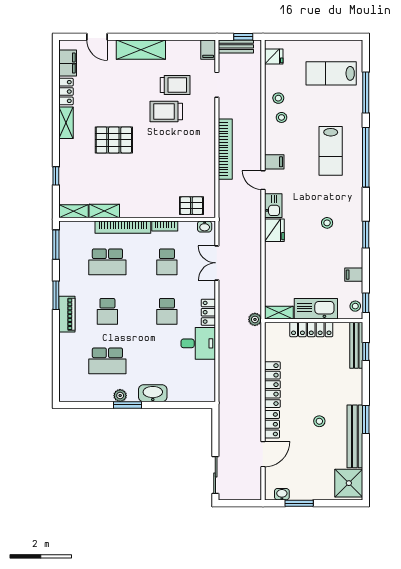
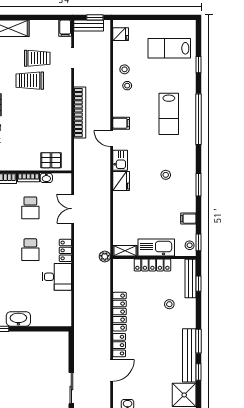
window: (366, 92) -> (199, 65), width x0.46
washbasin: (205, 227) -> (46, 178), moved
stool: (319, 421) -> (169, 304), moved
window: (366, 456) -> (199, 372), added

